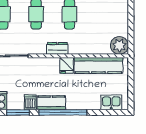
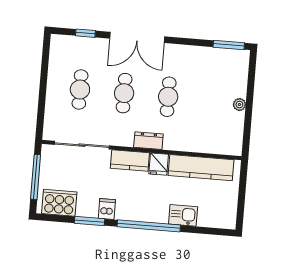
plant: (119, 45) -> (239, 105), moved, width x0.53, depth x0.53
kitchen sink: (111, 102) -> (183, 215), moved
kitchen counter: (51, 103) -> (130, 160), moved, turned 180

